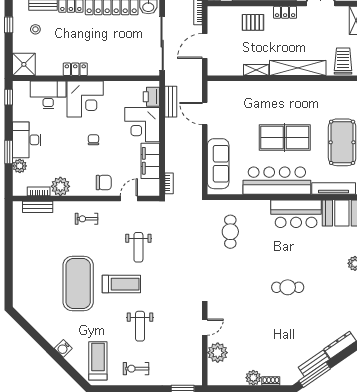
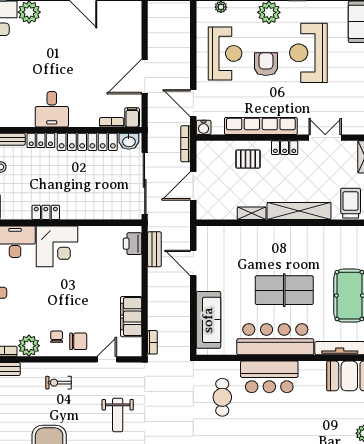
corner desk: (142, 125) -> (122, 276), removed
chair: (93, 140) -> (57, 337), moved
bar counter: (296, 214) -> (269, 377), moved

